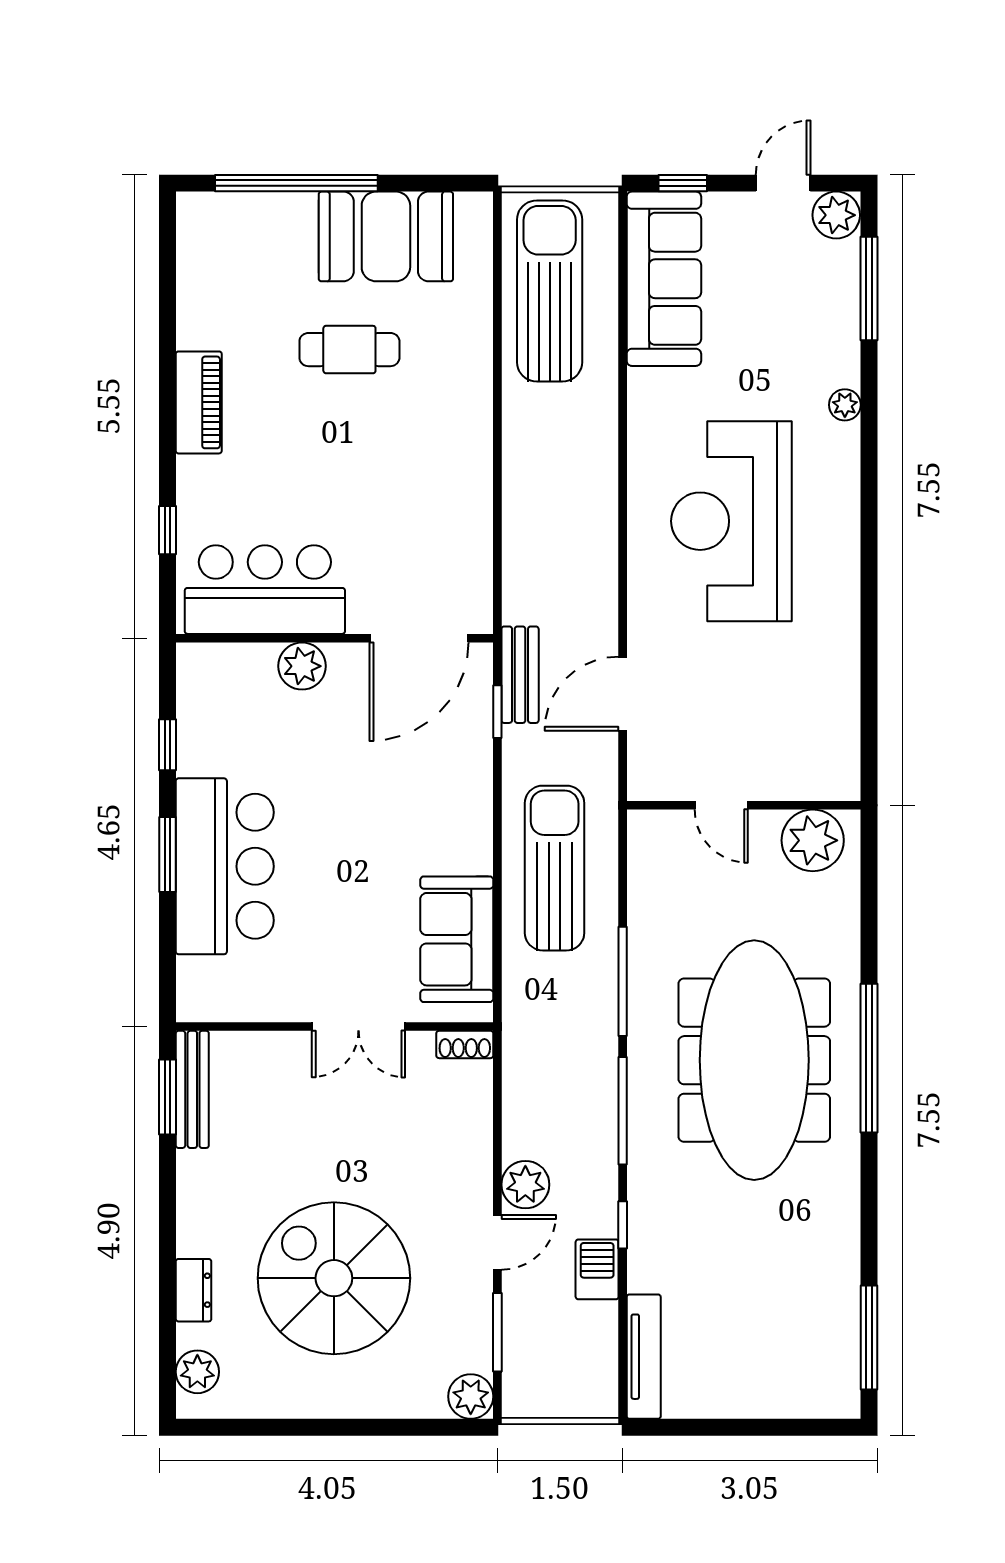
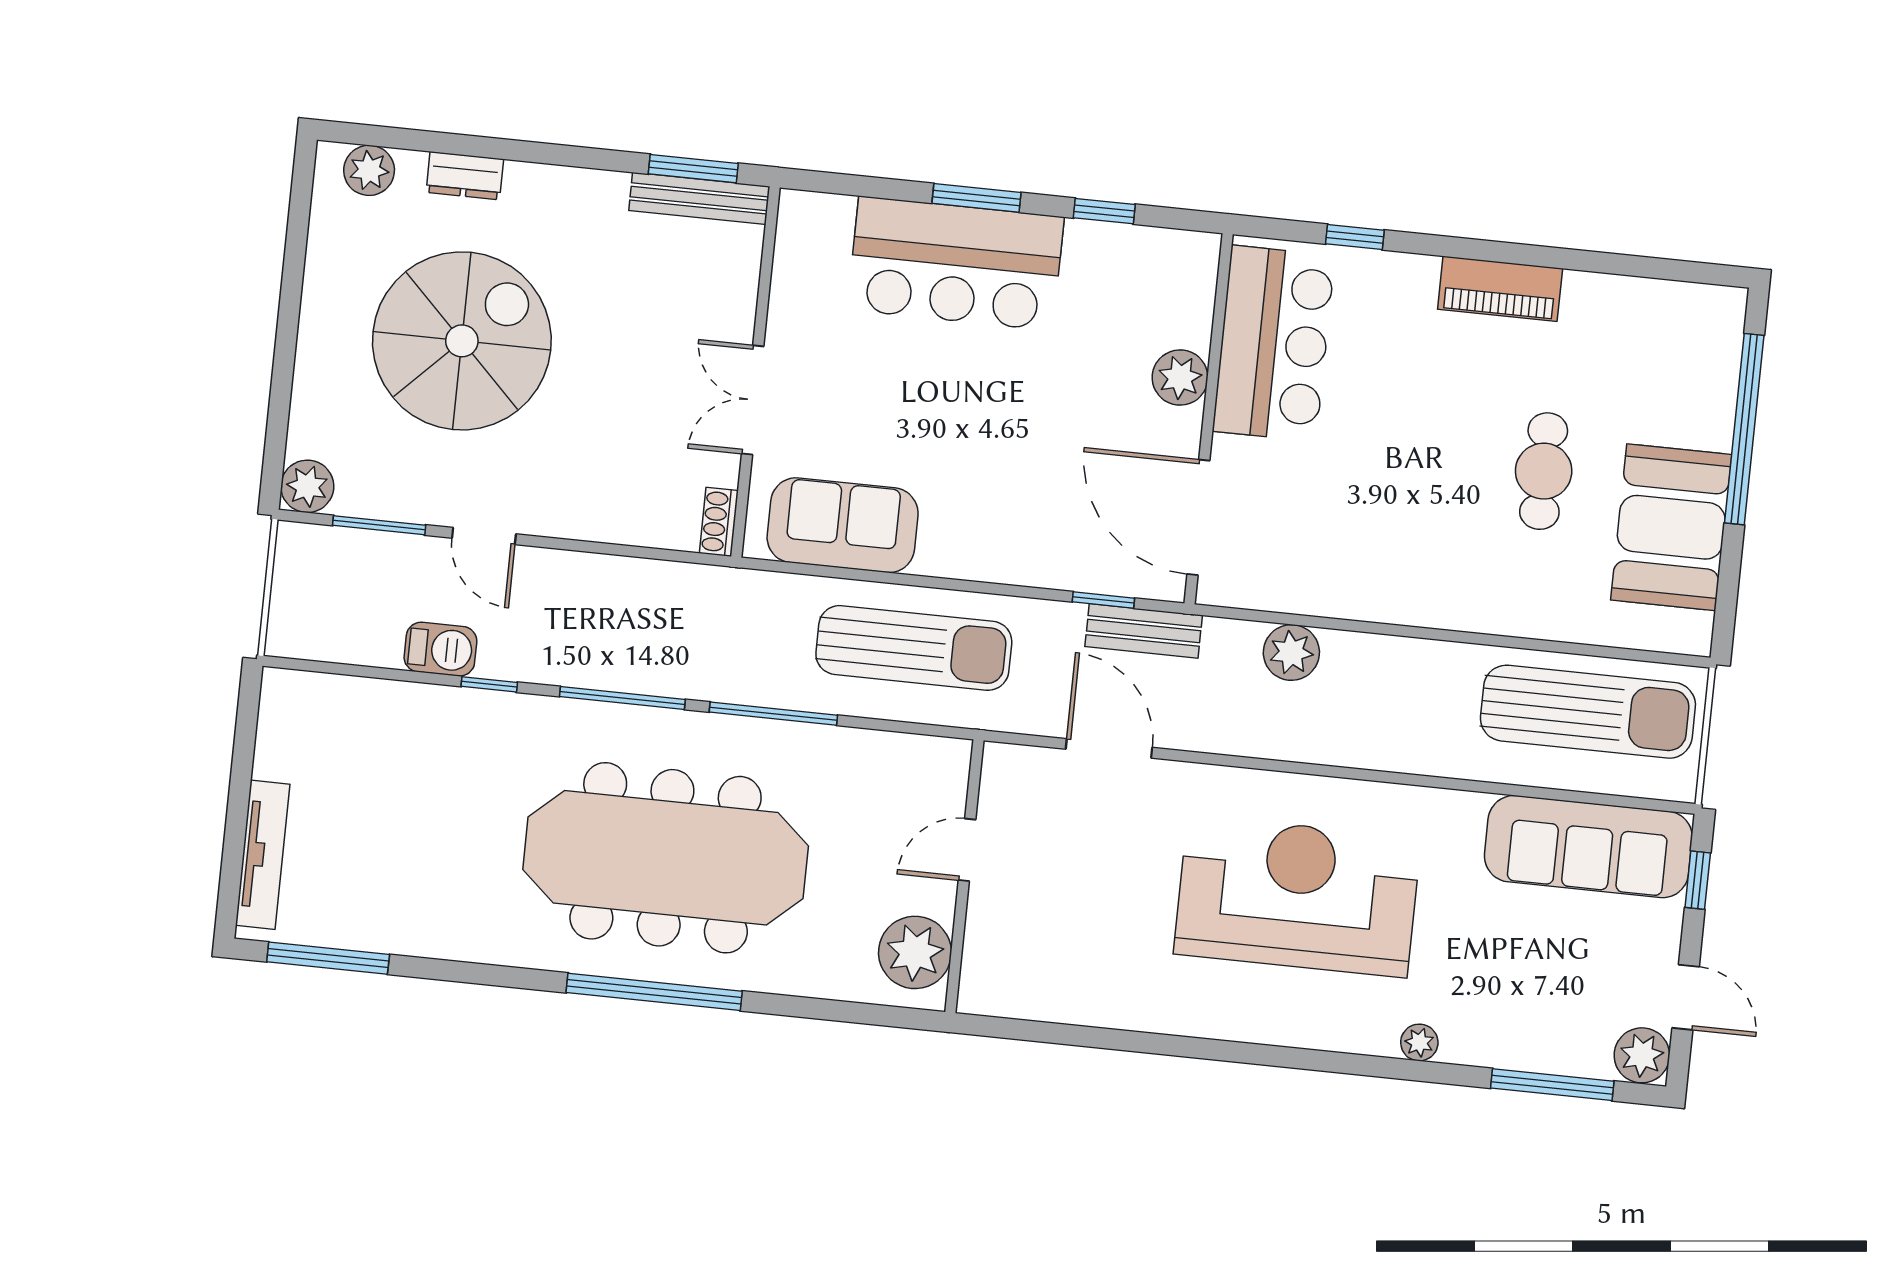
plant: (525, 1185) -> (1291, 653), moved
tv unit: (644, 1357) -> (263, 855), moved, turned -90

